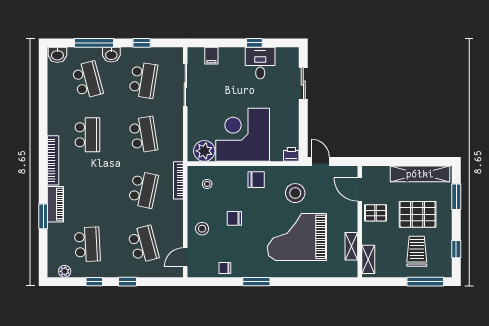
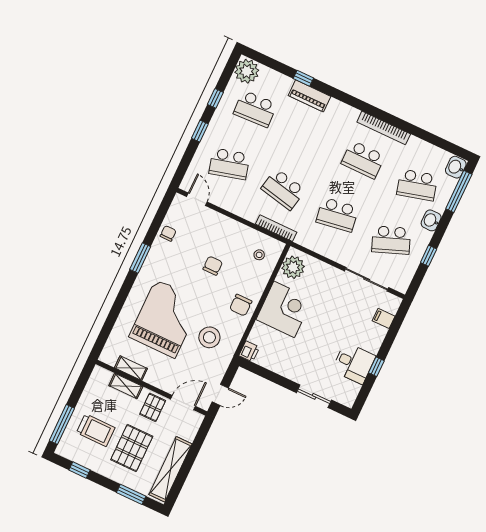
window: (94, 43) -> (459, 191), moved
school desk: (143, 80) -> (391, 240), turned -30
corner desk: (243, 135) -> (284, 309), width x0.74, depth x0.74
bookcase: (53, 160) -> (384, 128), moved
door: (320, 161) -> (220, 395), moved
window: (43, 216) -> (303, 78), width x0.67
stool: (202, 229) -> (217, 229), removed
shelving: (368, 259) -> (126, 386), moved
plant: (65, 271) -> (247, 71), width x1.87, depth x1.87

